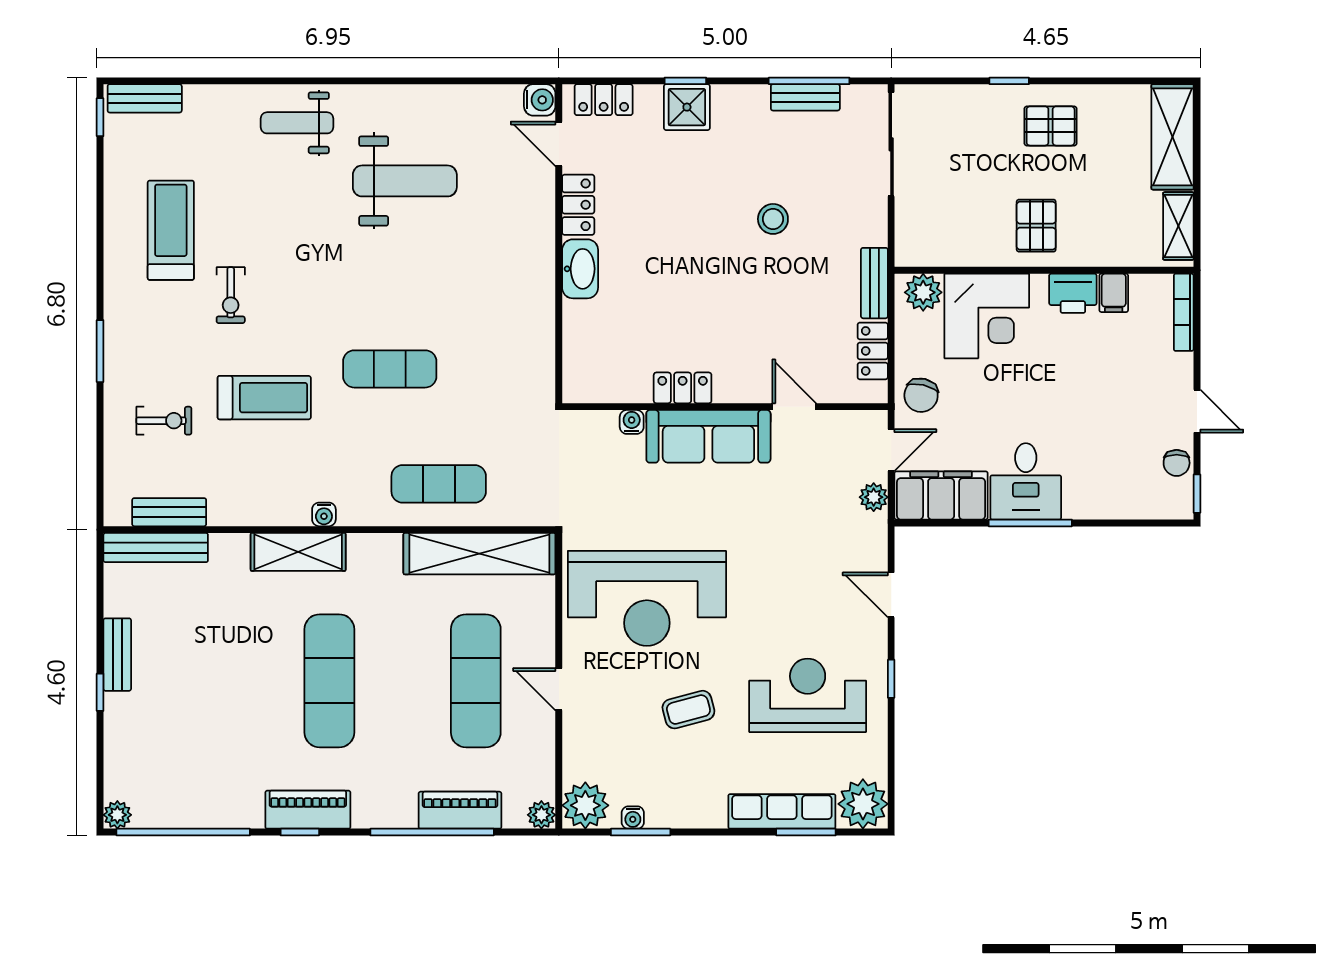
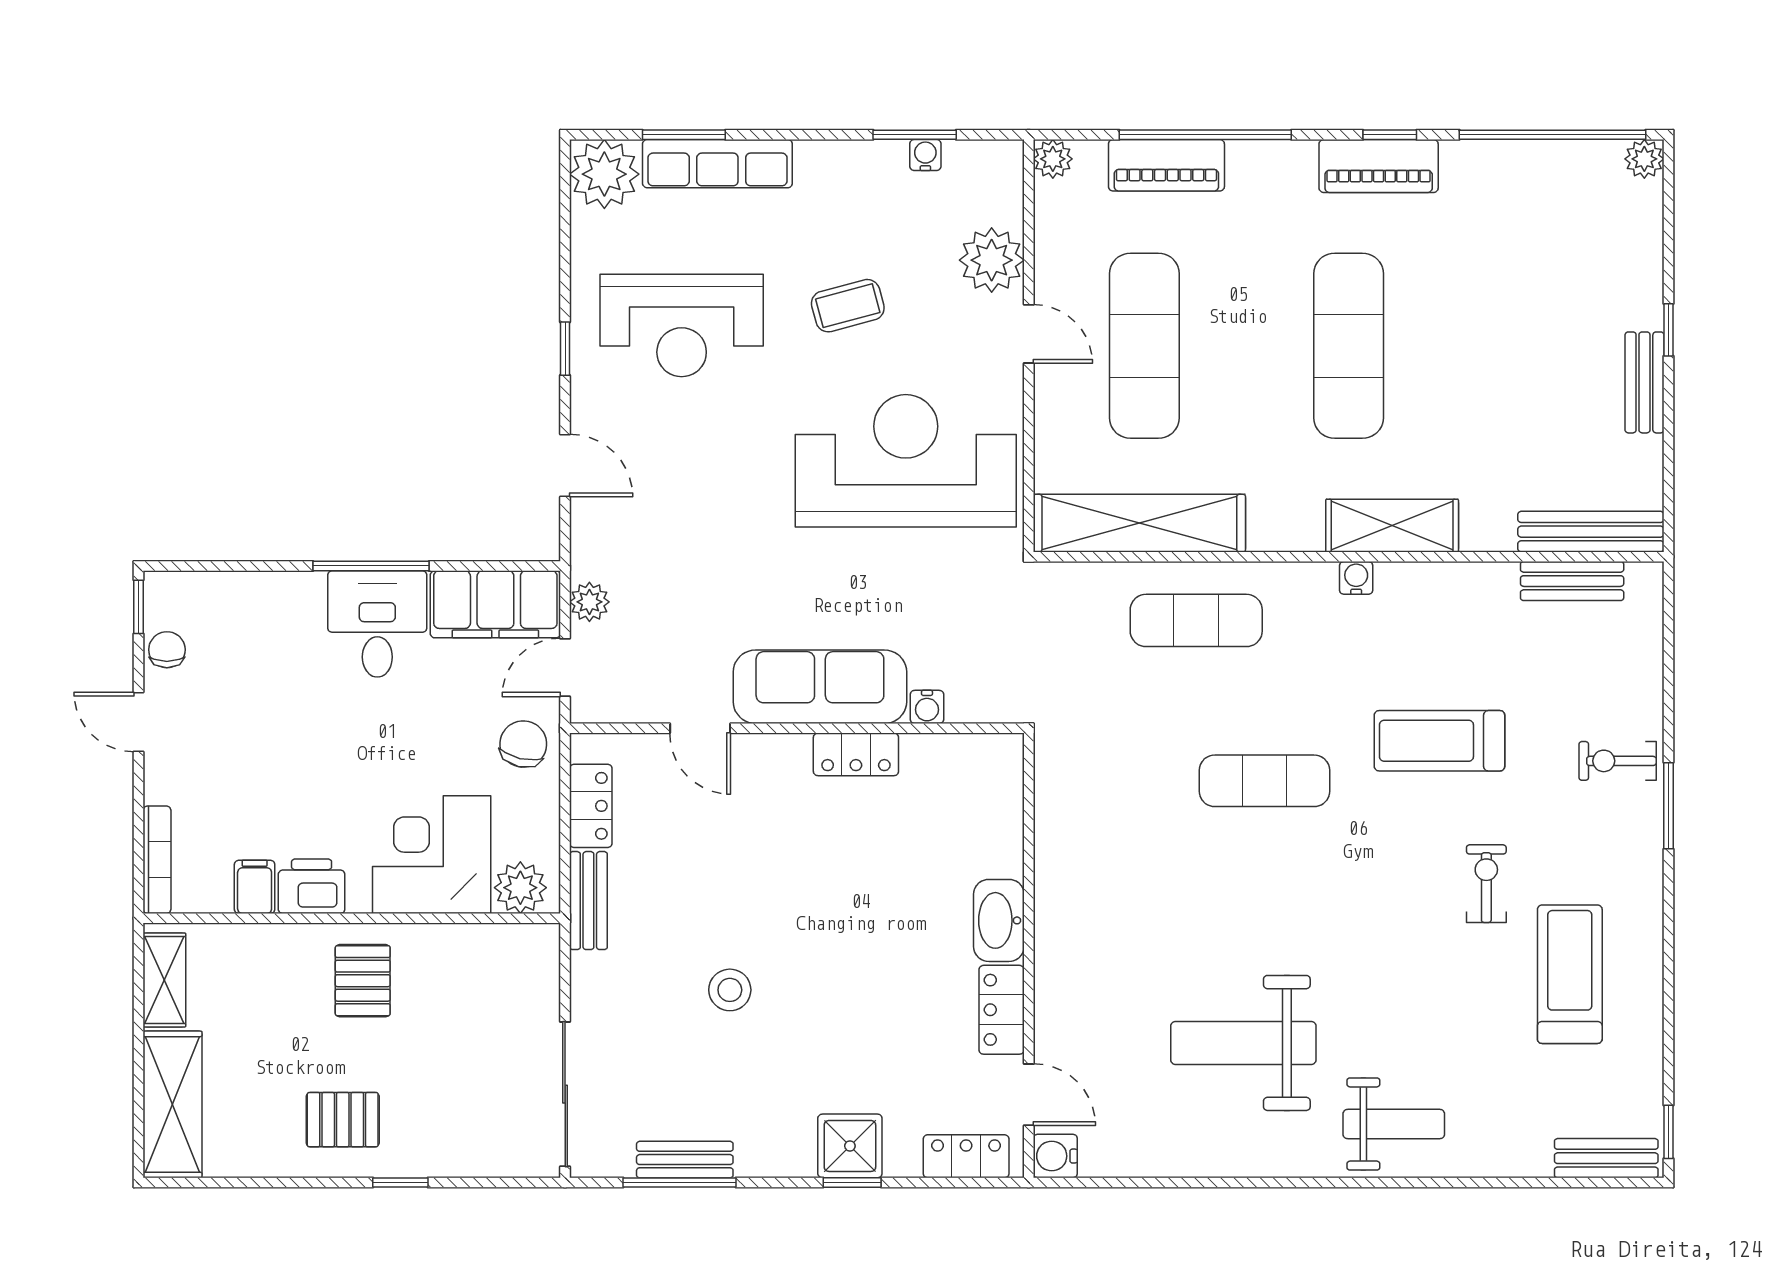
treadmill: (171, 230) -> (1570, 974), turned 180
exercise bike: (164, 421) -> (1618, 761), moved
plant: (585, 805) -> (992, 260), moved

